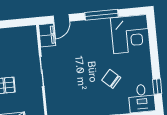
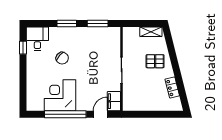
window: (101, 15) -> (65, 114), width x1.46
corner desk: (130, 34) -> (60, 95), moved

